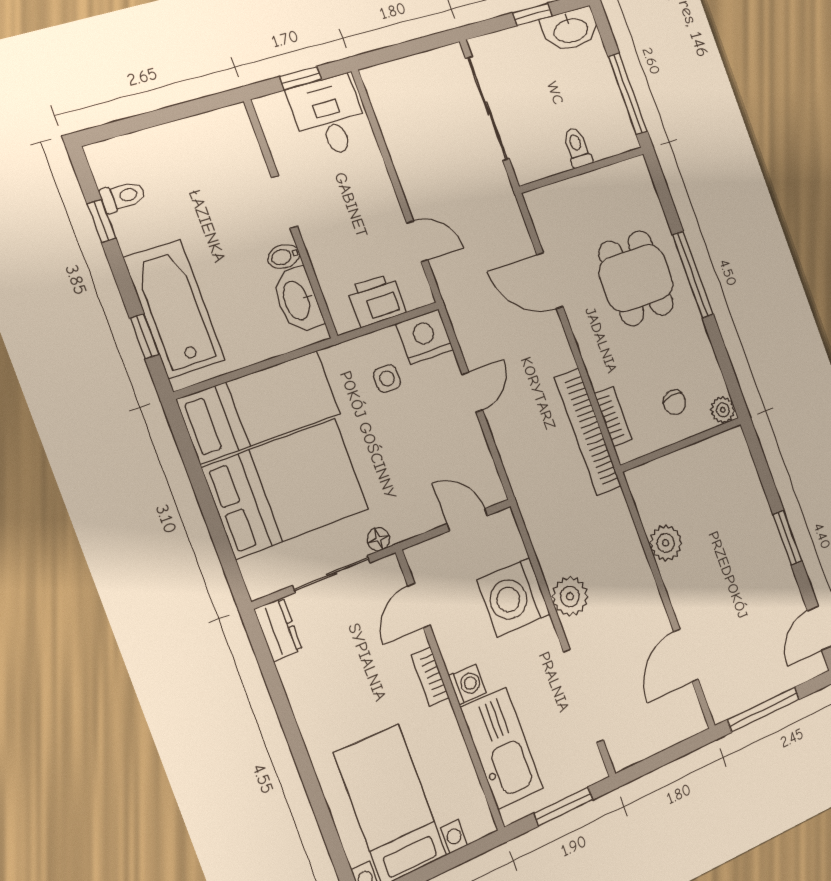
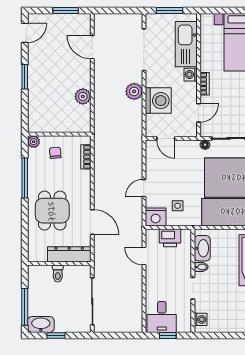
window: (628, 94) -> (25, 307), moved
washing machine: (241, 135) -> (201, 319), added
dresser: (570, 196) -> (69, 254), added
window: (693, 275) -> (25, 178), moved
bookcase: (588, 432) -> (100, 154), removed
door: (686, 656) -> (92, 47), swing flipped
window: (763, 710) -> (66, 11), width x0.69

